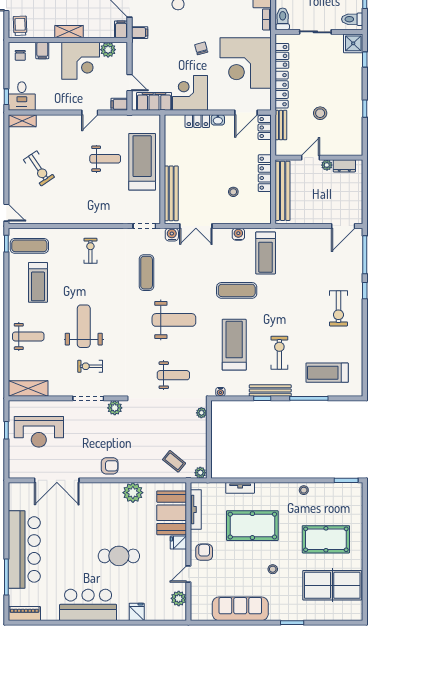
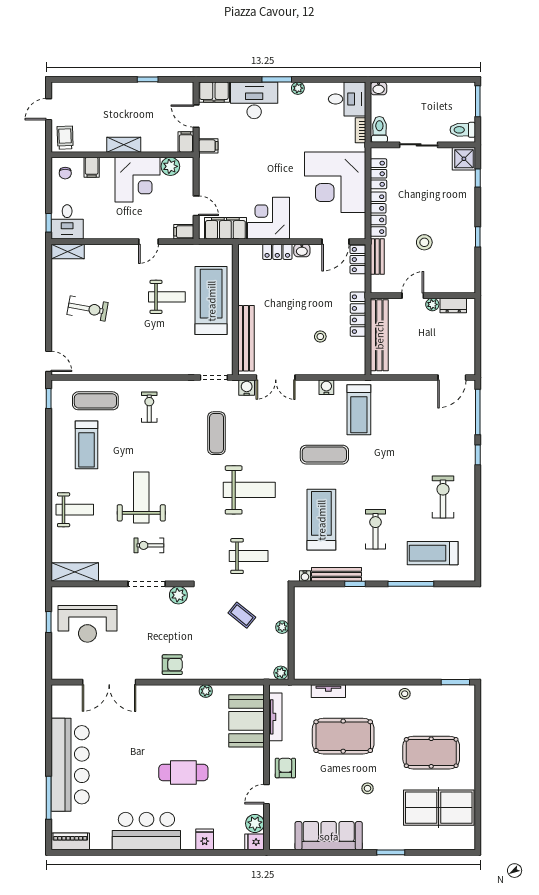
chair: (201, 48) -> (282, 165), removed
exercise bike: (39, 168) -> (88, 309), turned -46
exercise mat: (29, 246) -> (95, 401), moved
exercise bike: (338, 308) -> (443, 497), moved, turned 180
bench: (270, 390) -> (337, 574), moved
plant: (201, 413) -> (282, 627), moved
coffee table: (174, 461) -> (242, 615), moved
plant: (133, 493) -> (206, 691), width x0.53, depth x0.53
fridge: (178, 543) -> (254, 842), moved

